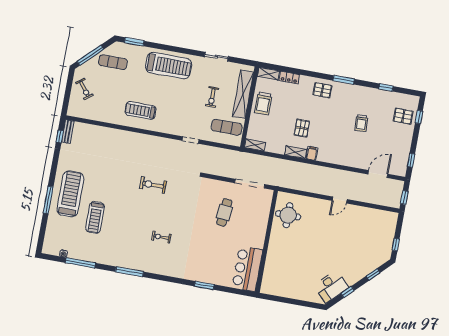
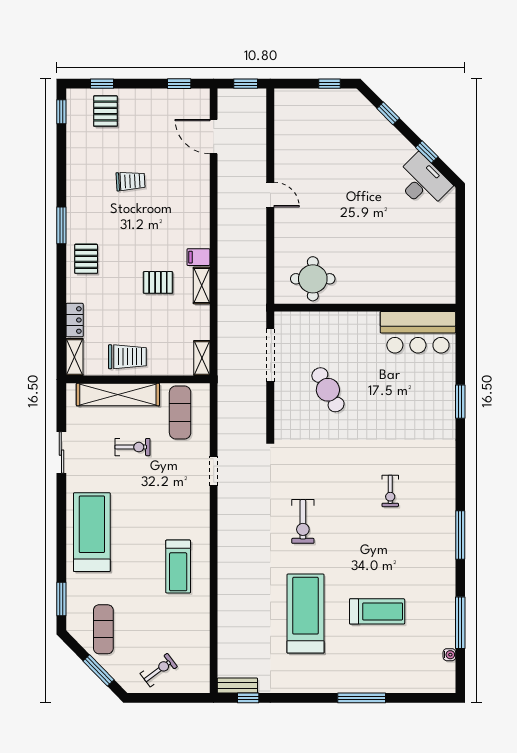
window: (90, 55) -> (99, 670), width x0.69
window: (386, 87) -> (61, 112), moved
treadmill: (70, 194) -> (305, 614), moved, turned 90
cafe table: (224, 212) -> (328, 390), turned 56

